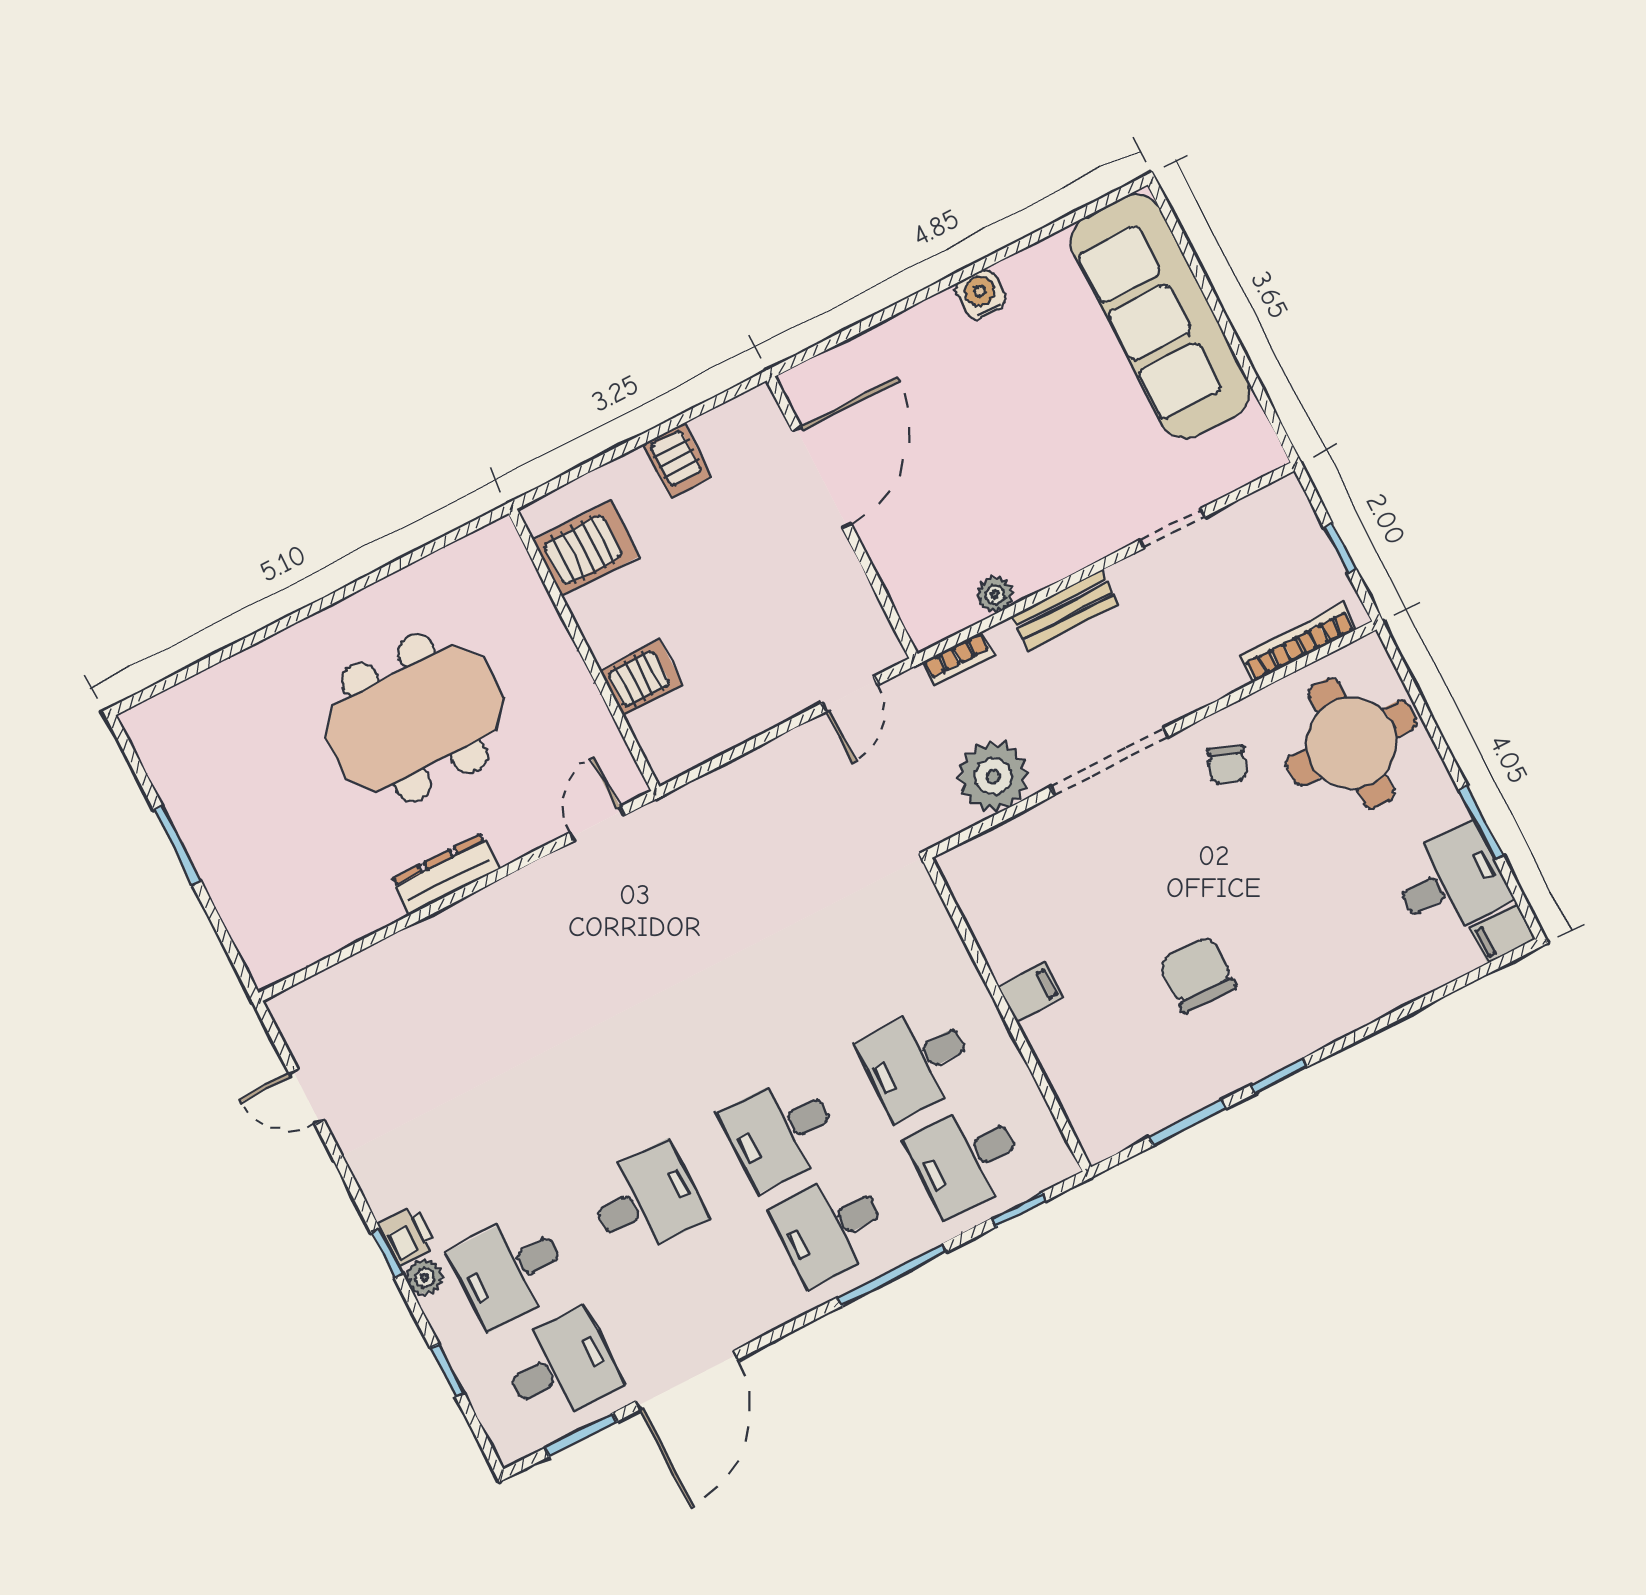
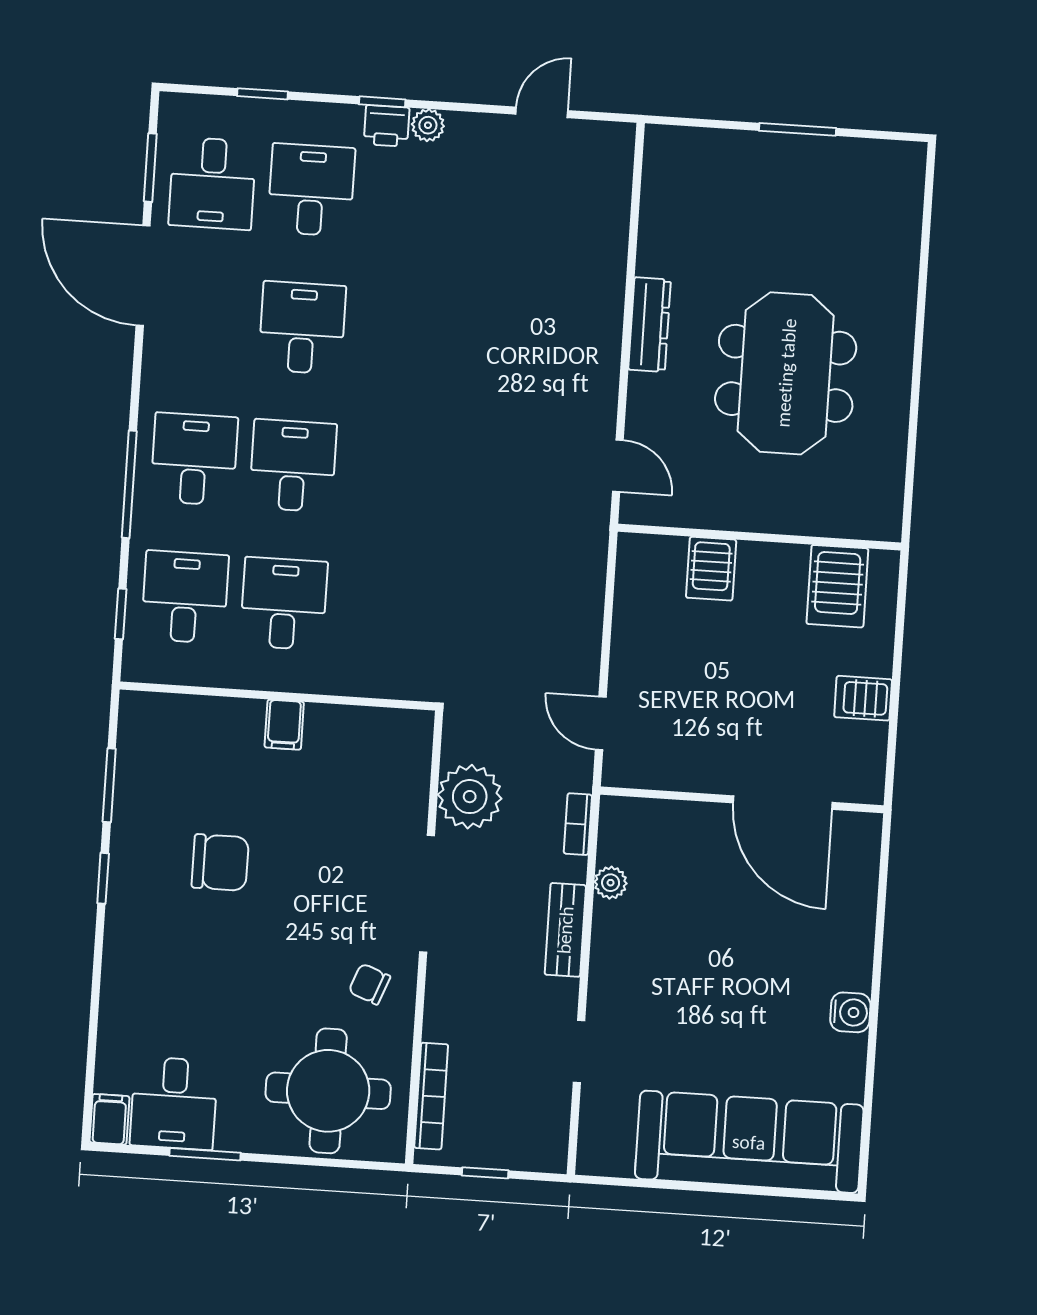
desk: (646, 1201) -> (302, 328), turned 180
plant: (425, 1277) -> (428, 125), moved

